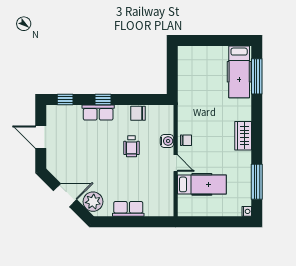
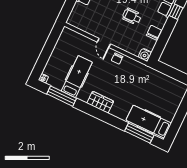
water cooler: (167, 141) -> (145, 55), moved
door: (176, 163) -> (104, 43), hinge flipped
hospital bed: (202, 184) -> (77, 77), moved, turned 180

